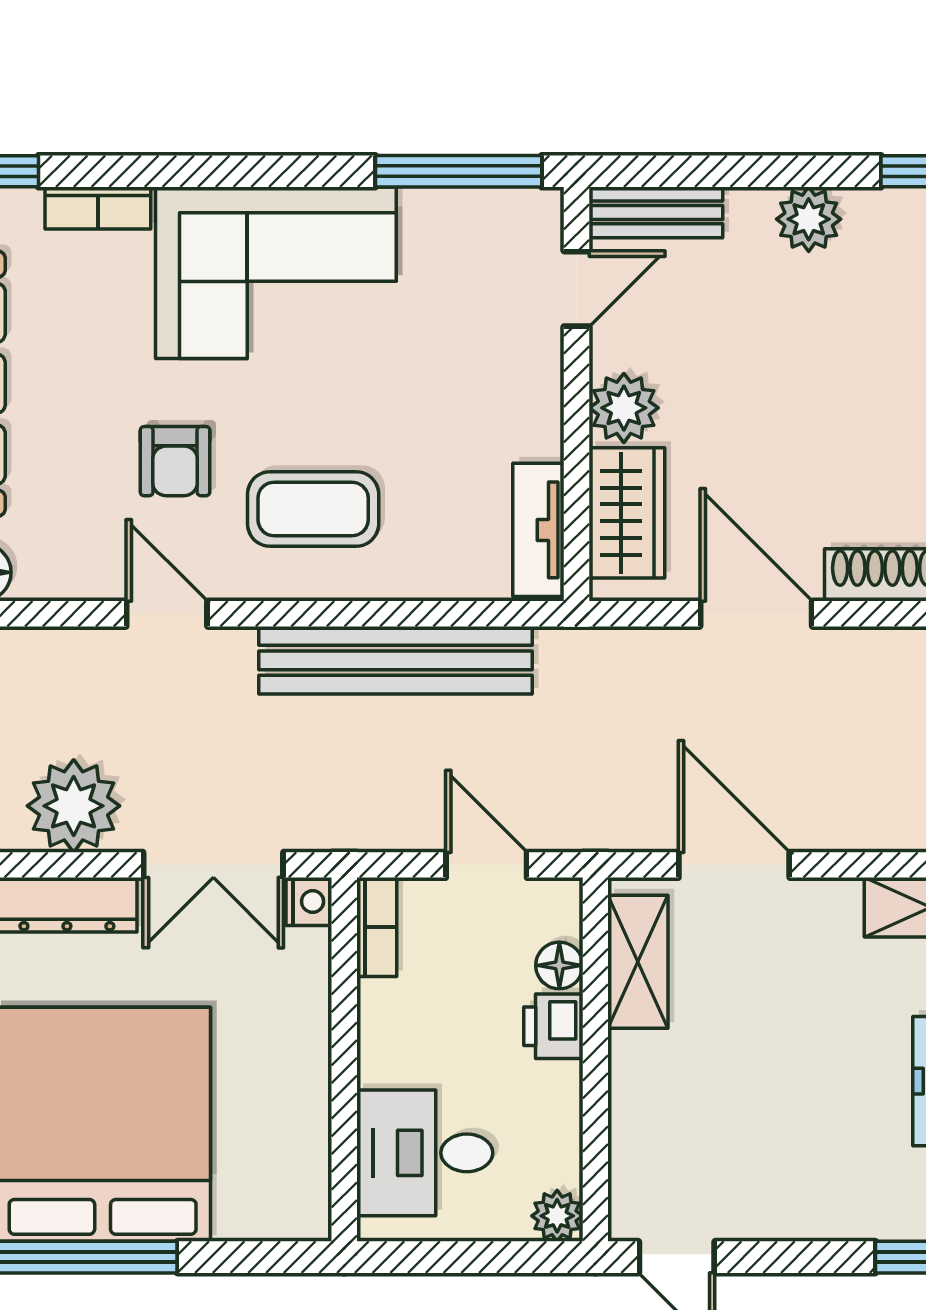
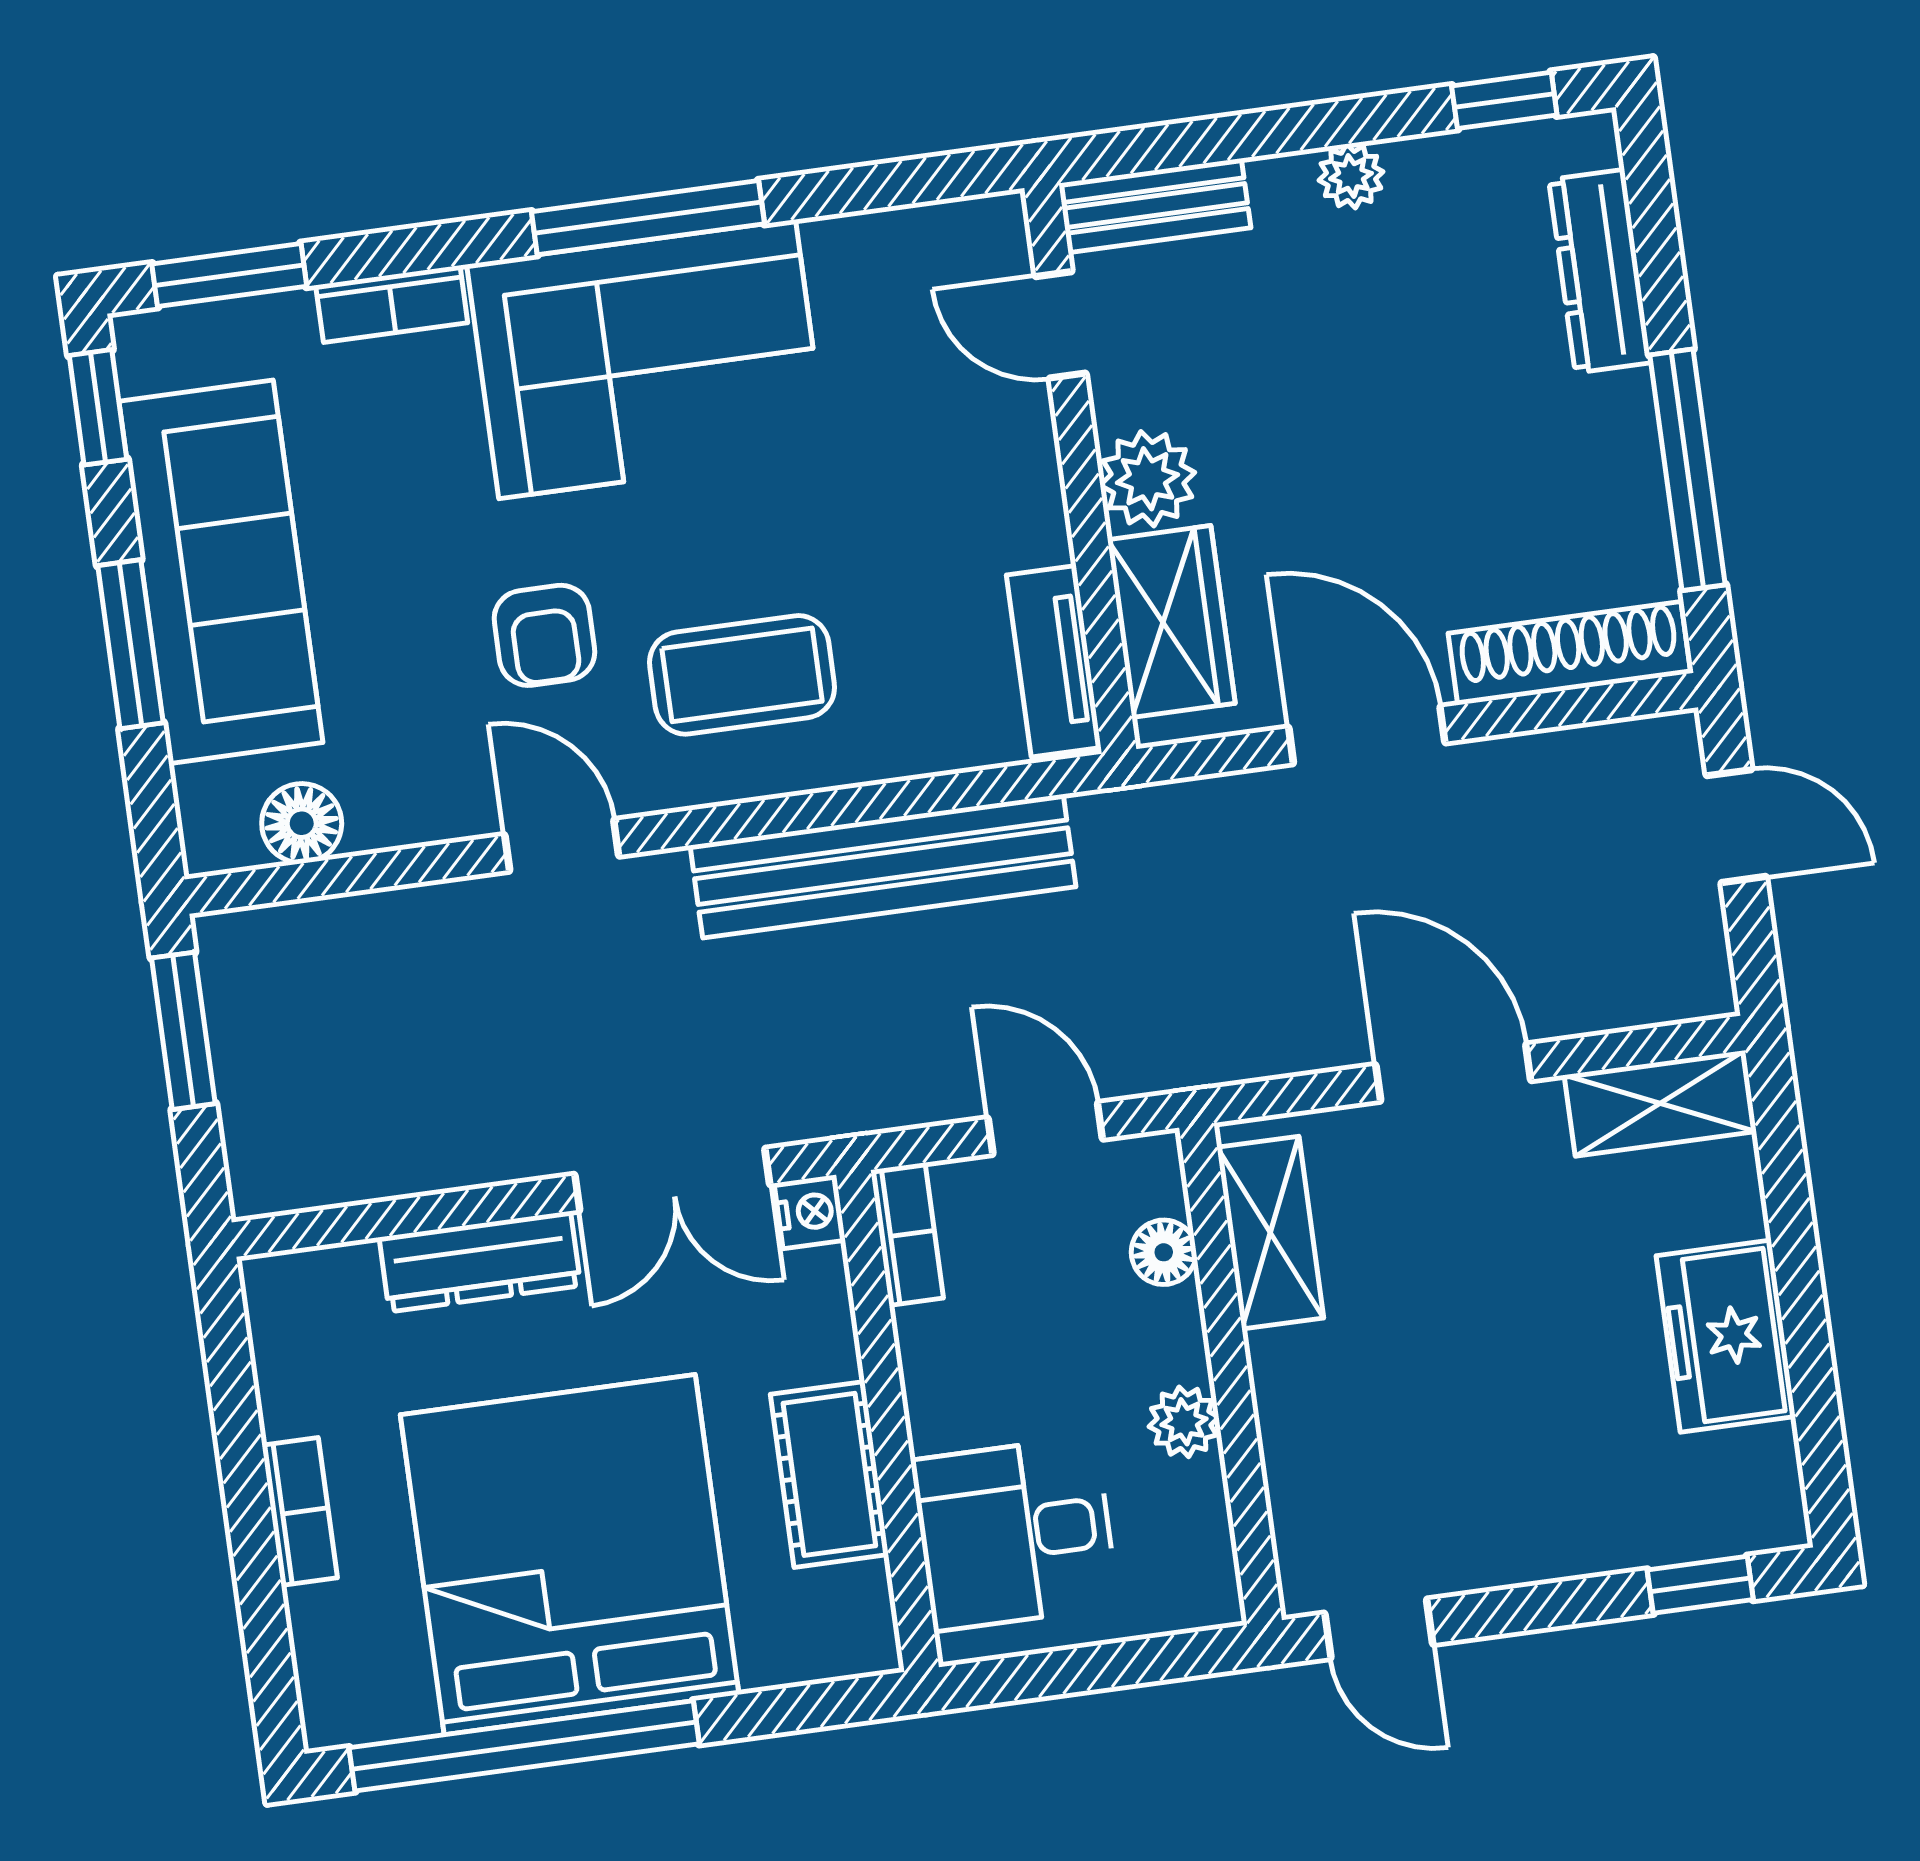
window: (459, 171) -> (648, 218), moved
plant: (809, 219) -> (1351, 176), width x0.73, depth x0.73
door: (576, 289) -> (1061, 325), swing flipped
plant: (74, 806) -> (470, 1125), removed
door: (734, 865) -> (1453, 1073), moved
printer: (553, 1026) -> (1167, 1336), removed
cot: (297, 1092) -> (829, 1474), added
plant: (557, 1216) -> (1184, 1422), moved

